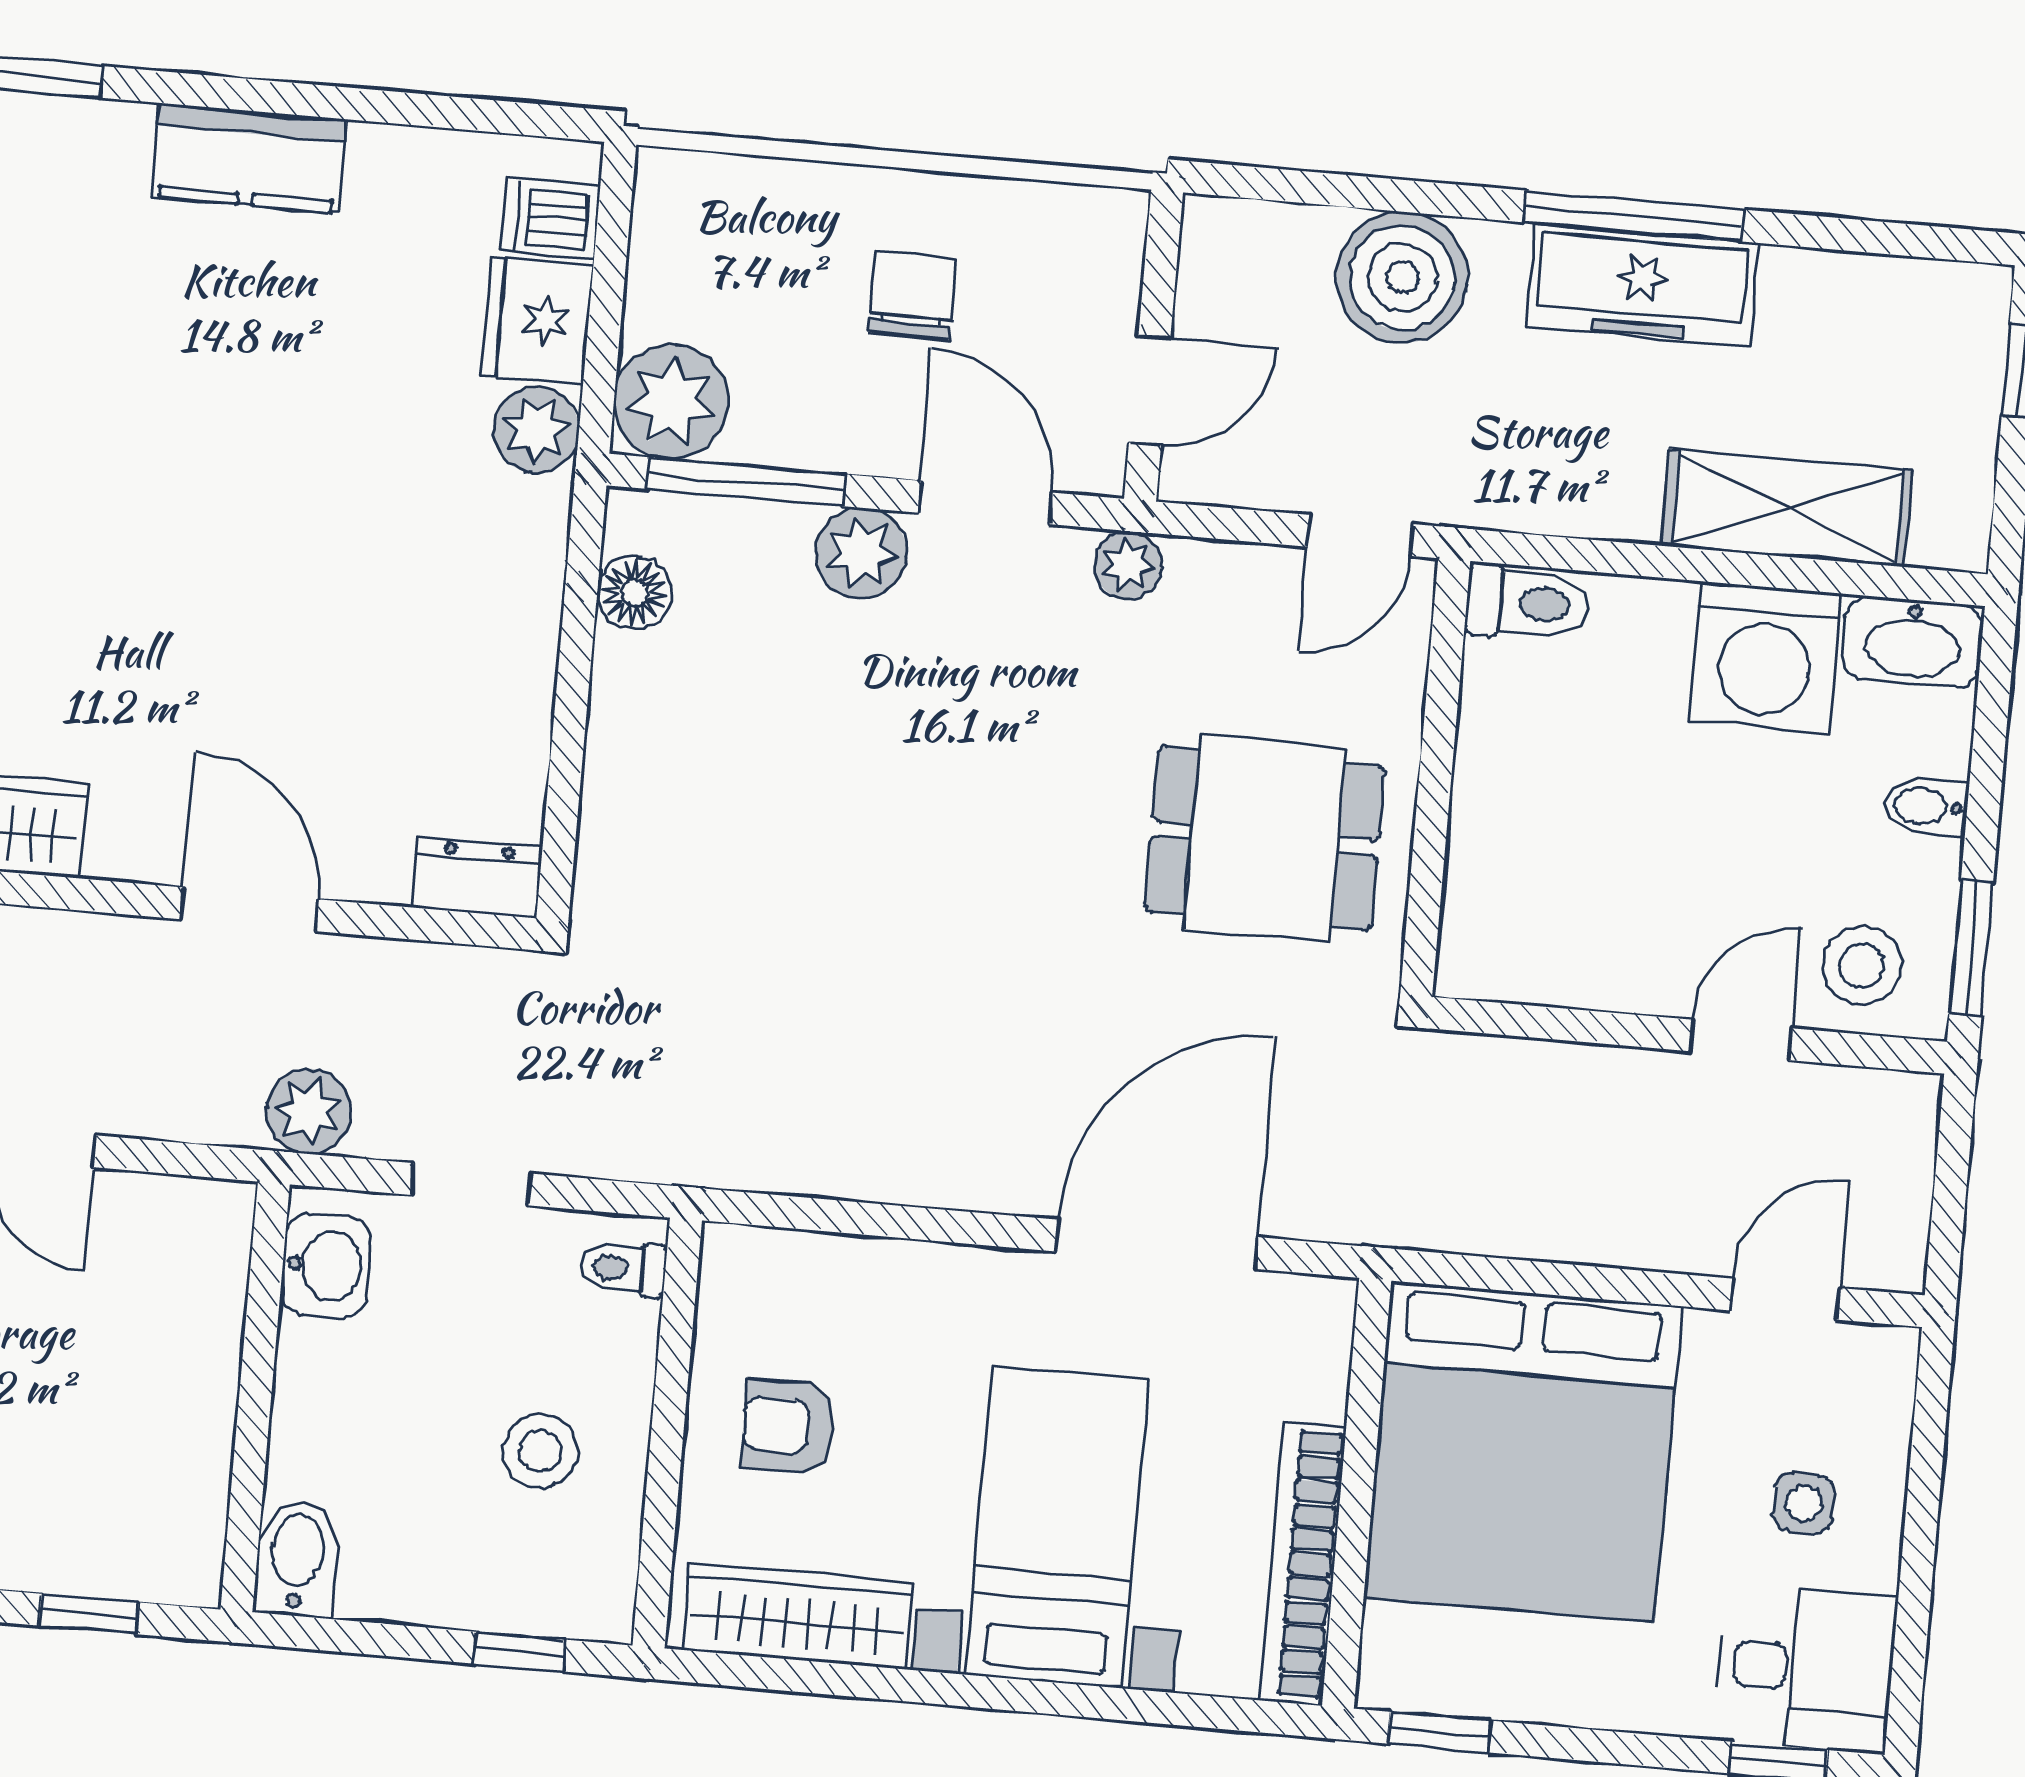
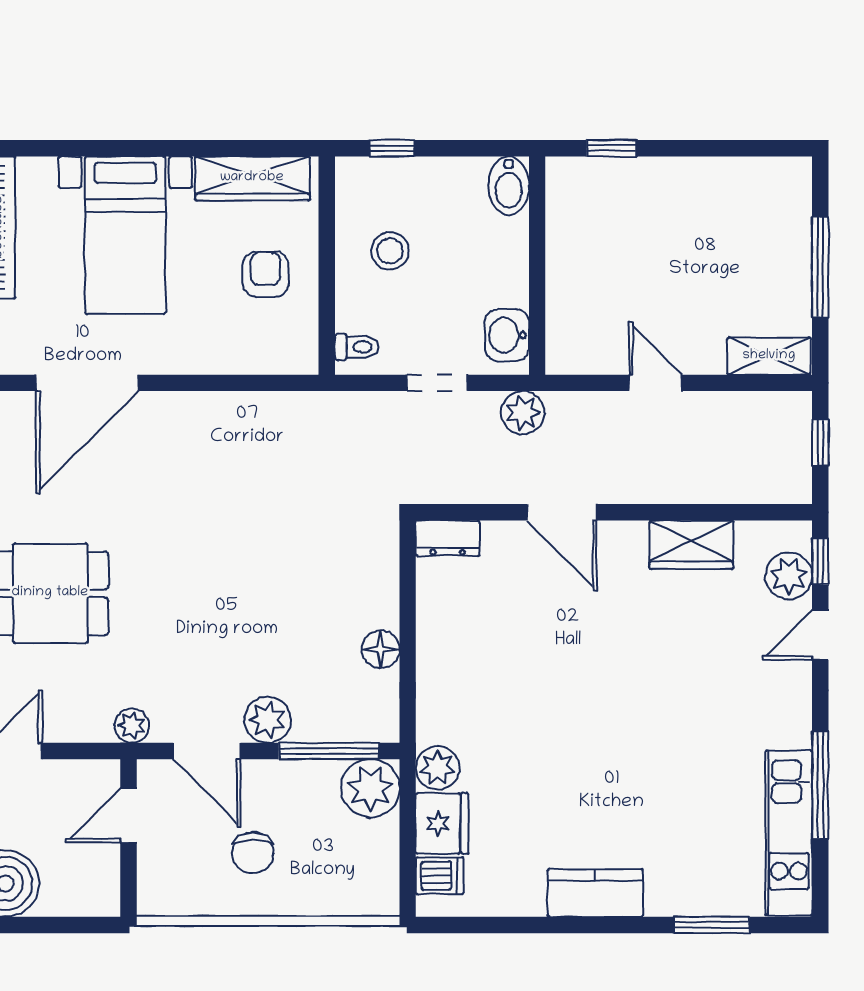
floor lamp: (634, 593) -> (381, 649), moved
armchair: (789, 1426) -> (266, 274), turned -90

